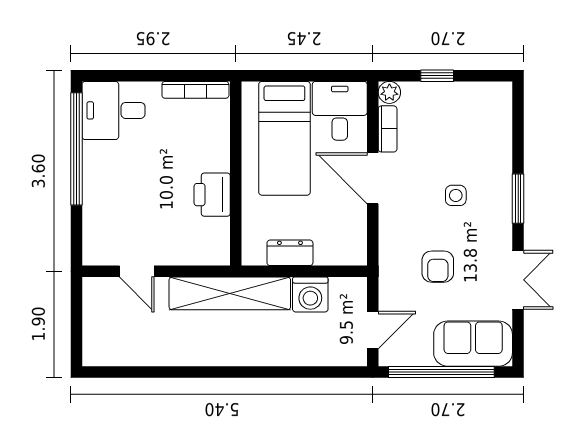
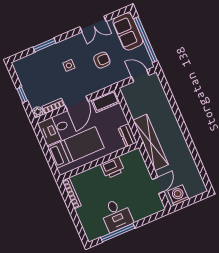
desk: (114, 110) -> (116, 215), moved
window: (76, 149) -> (118, 233), width x0.68
window: (518, 199) -> (45, 45), moved
cot: (352, 238) -> (105, 101), added
dresser: (290, 253) -> (127, 135), moved
double door: (518, 280) -> (93, 24), swing flipped
washing machine: (310, 295) -> (178, 195), moved, turned -90

